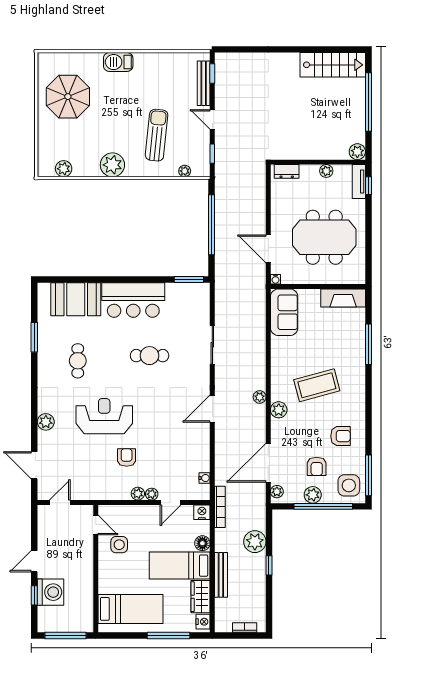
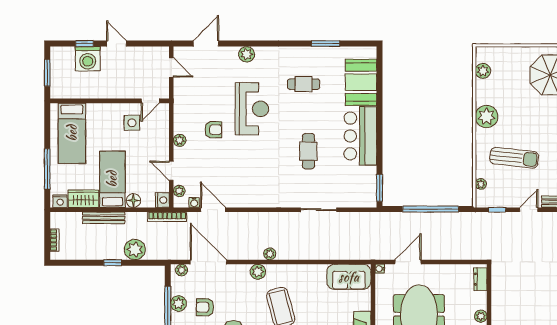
door: (212, 409) -> (213, 210), moved
plant: (152, 494) -> (179, 191), moved
window: (65, 635) -> (47, 73), width x0.69

